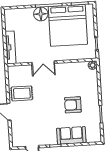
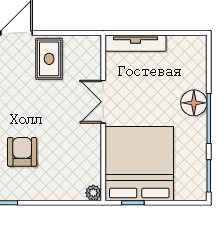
bed: (68, 25) -> (139, 164), moved, turned 90

